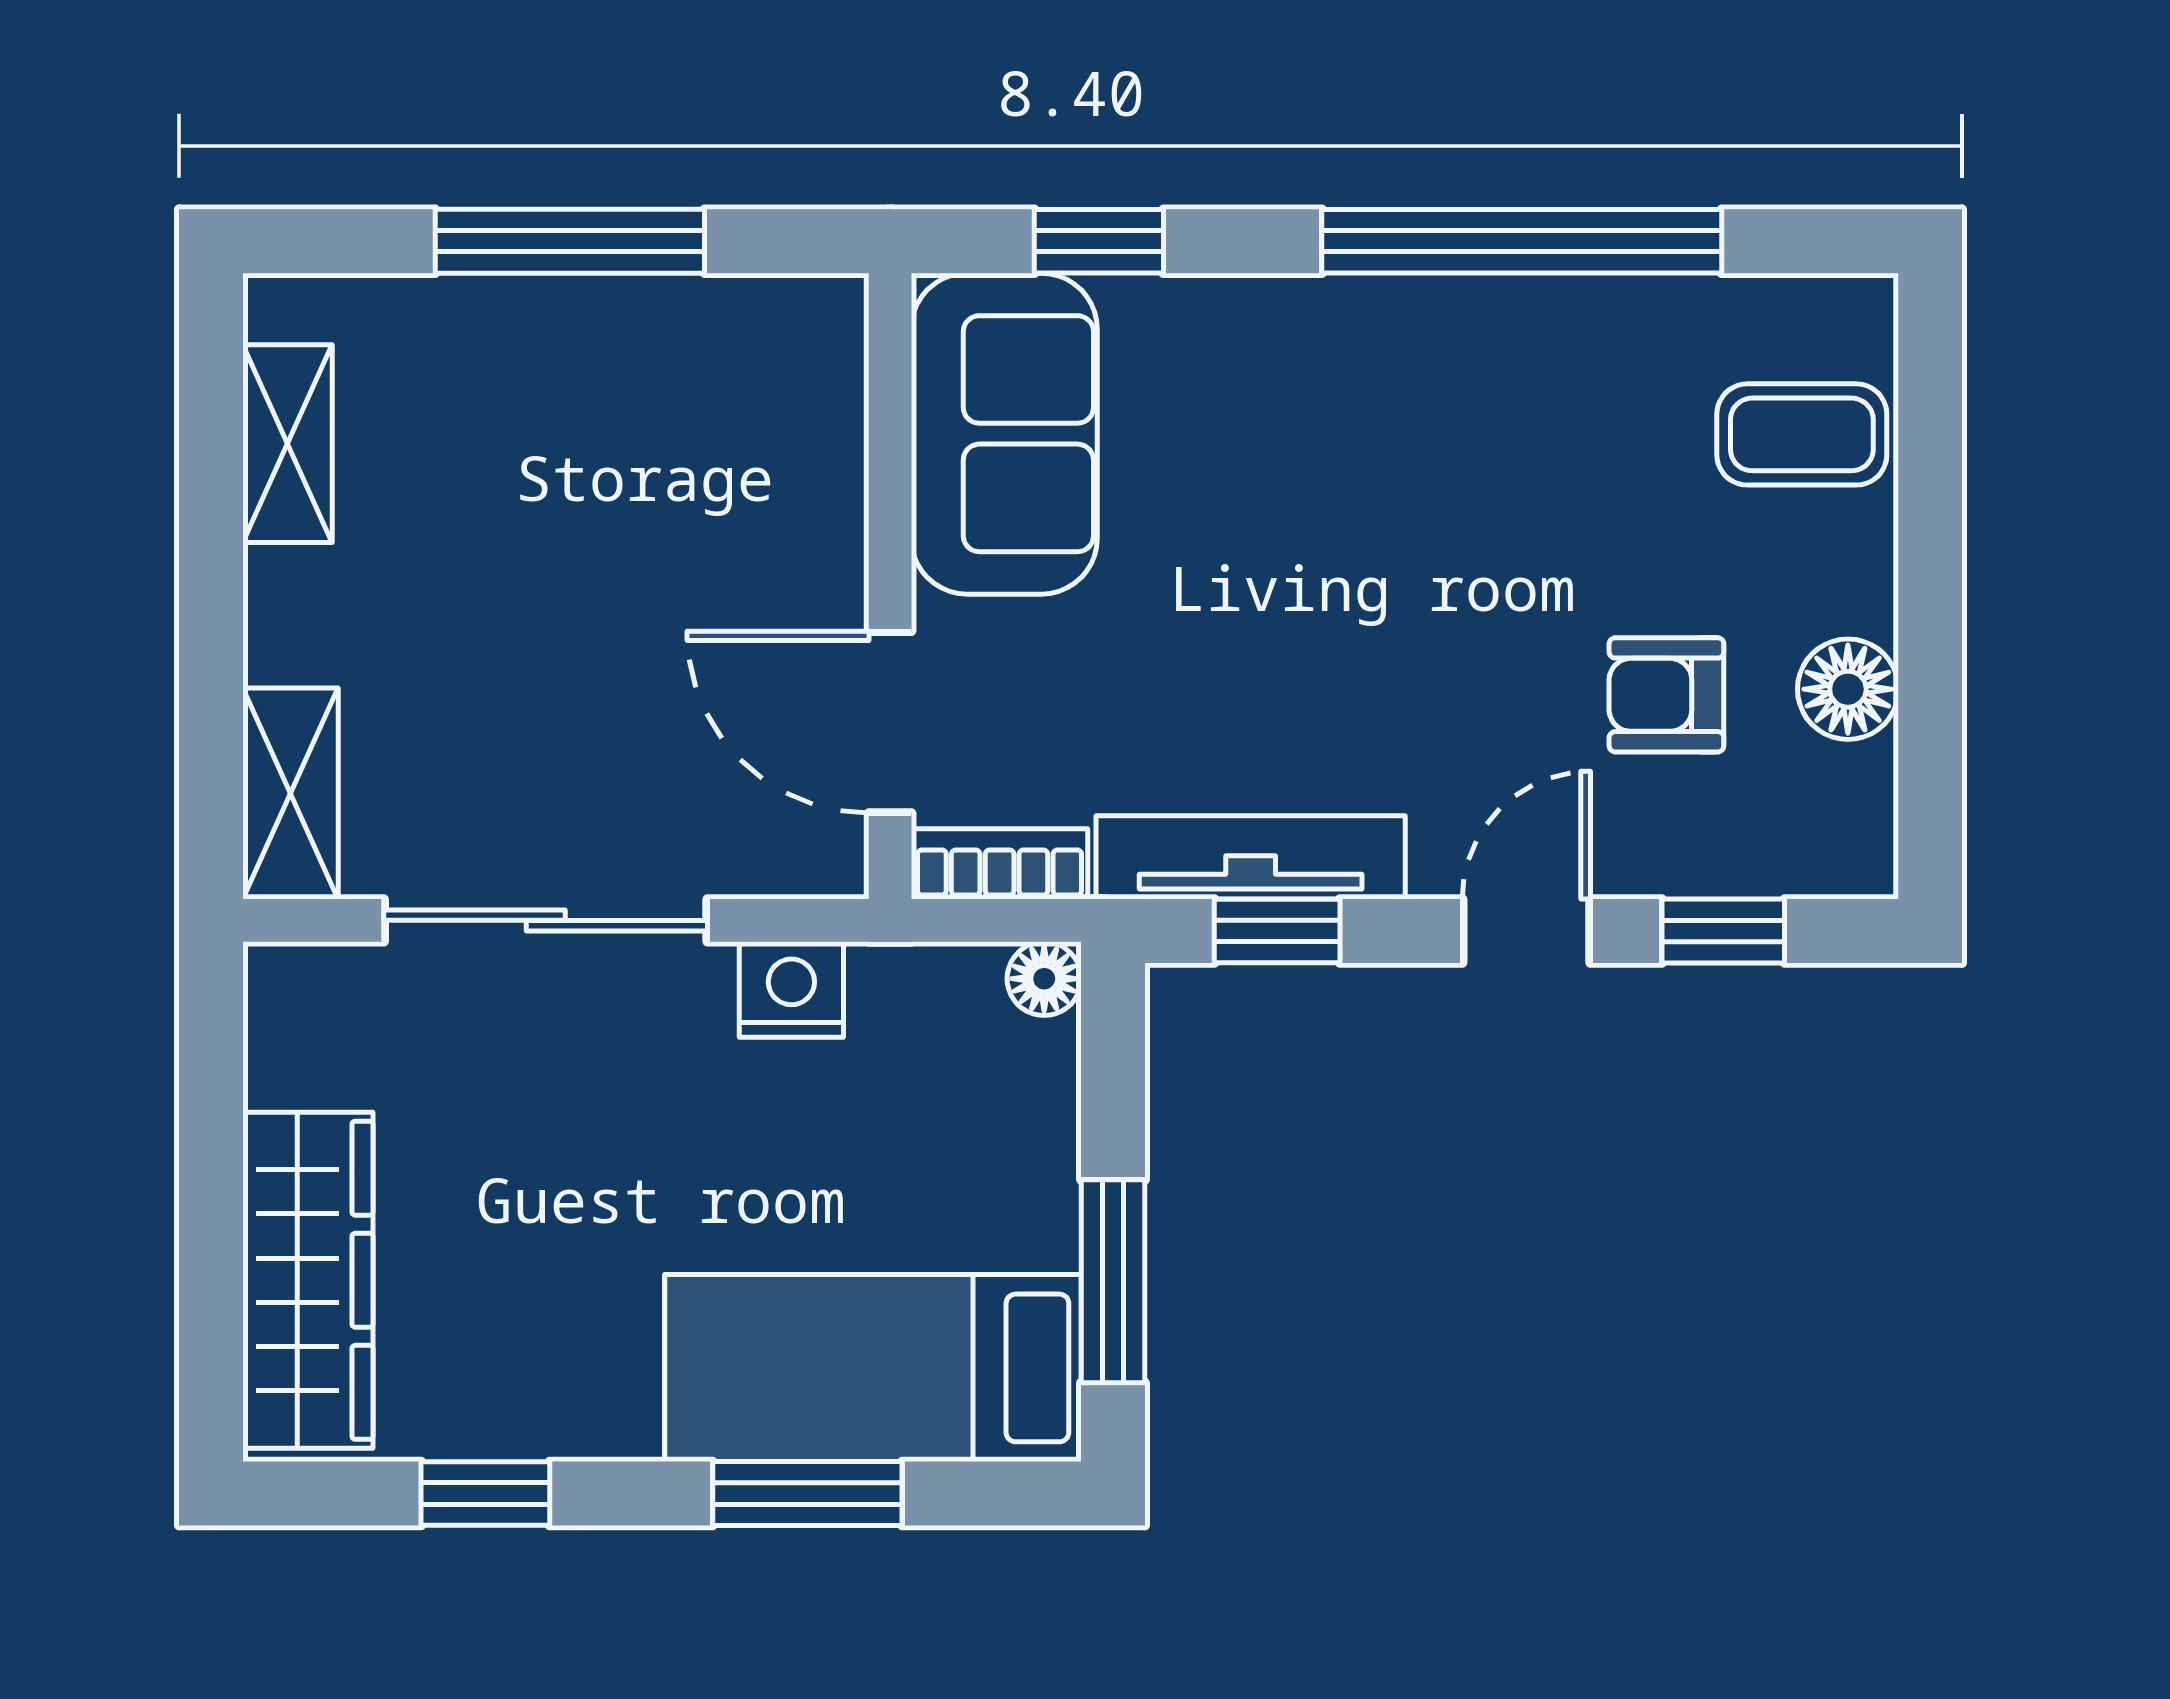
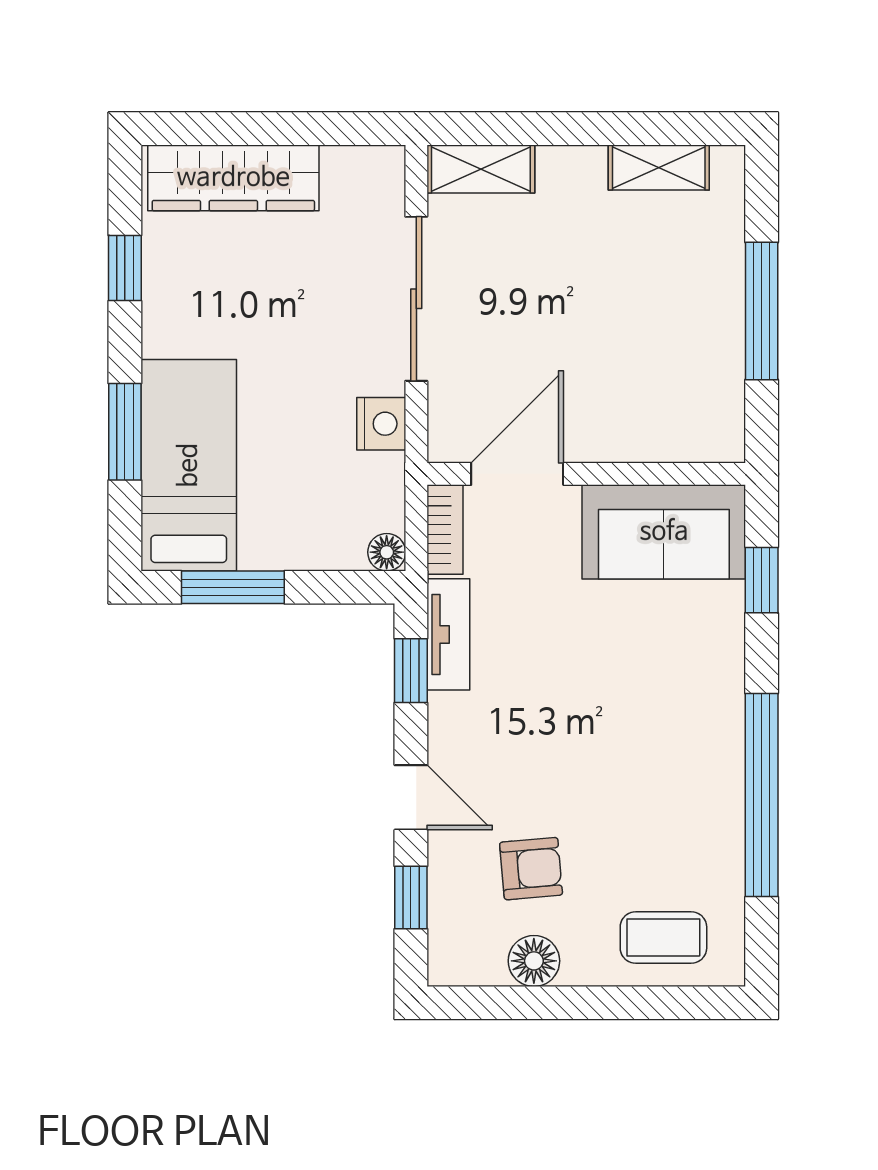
coffee table: (1802, 434) -> (663, 937), turned 90
armchair: (1666, 695) -> (531, 869), turned 85
tv unit: (1251, 857) -> (448, 634), width x0.71

